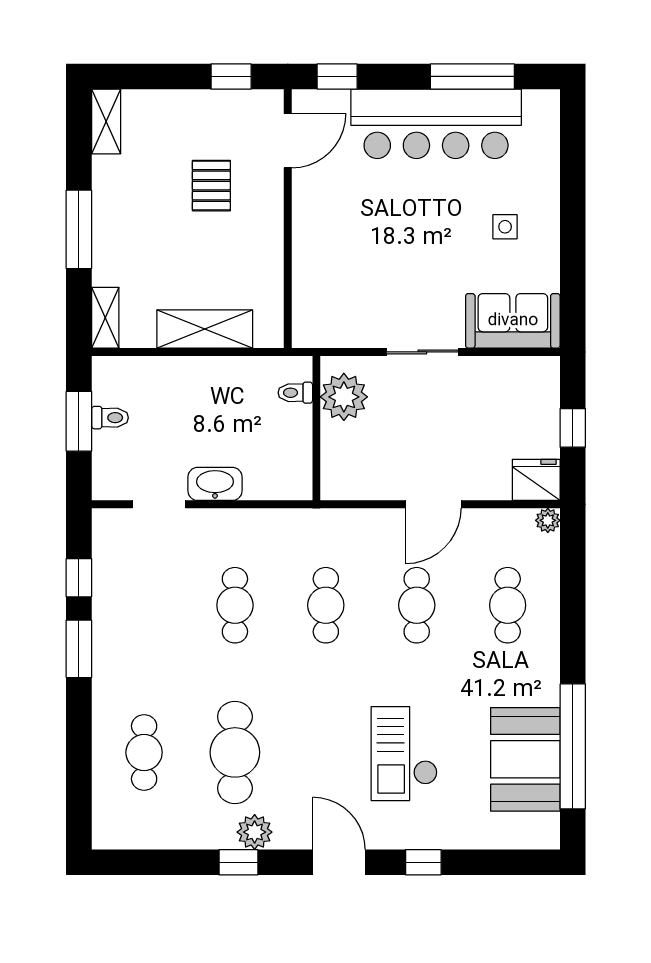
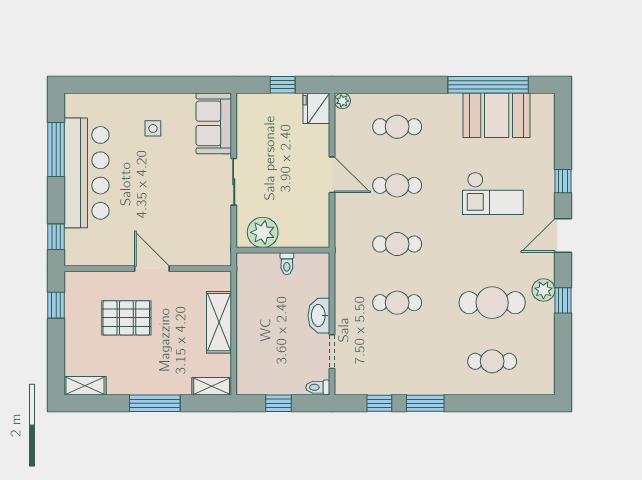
door: (288, 141) -> (152, 269), moved
pallet: (211, 186) -> (126, 318), width x1.50, depth x1.42
toilet: (295, 393) -> (287, 264), moved
toilet: (110, 418) -> (318, 387), moved, turned -90
window: (79, 421) -> (278, 403), width x0.67

